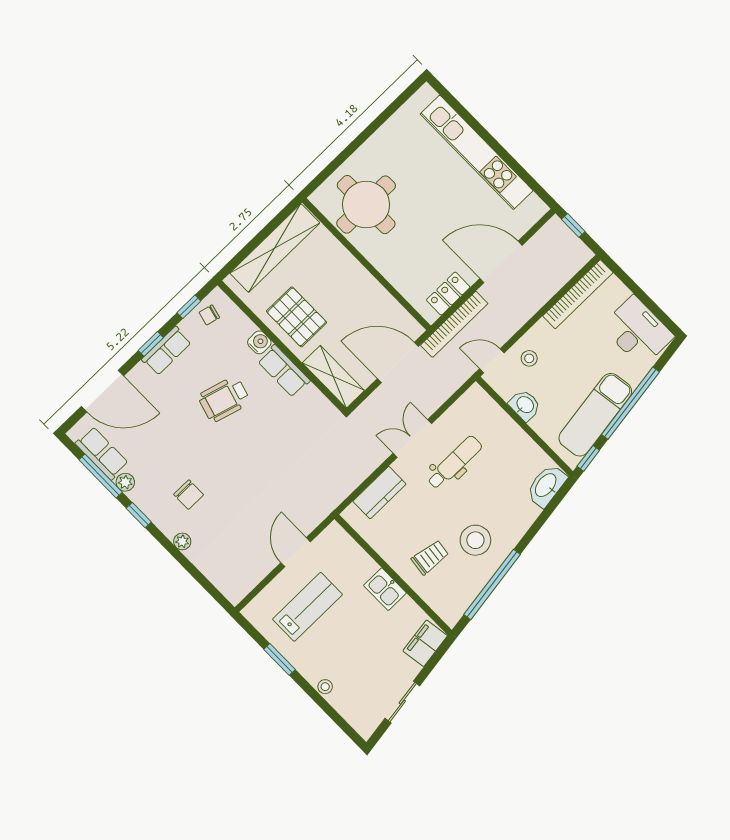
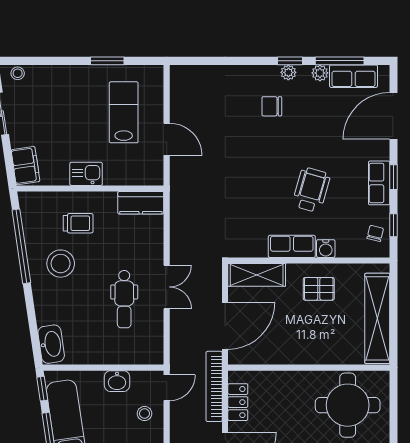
pallet: (297, 317) -> (319, 289), width x0.67, depth x0.71
kitchen counter: (379, 493) -> (141, 203), moved, turned -90
plant: (182, 541) -> (288, 72), moved
trolley: (430, 557) -> (78, 223), turned -97
lab bench: (307, 607) -> (124, 112), turned 180
stool: (325, 687) -> (18, 73), moved

